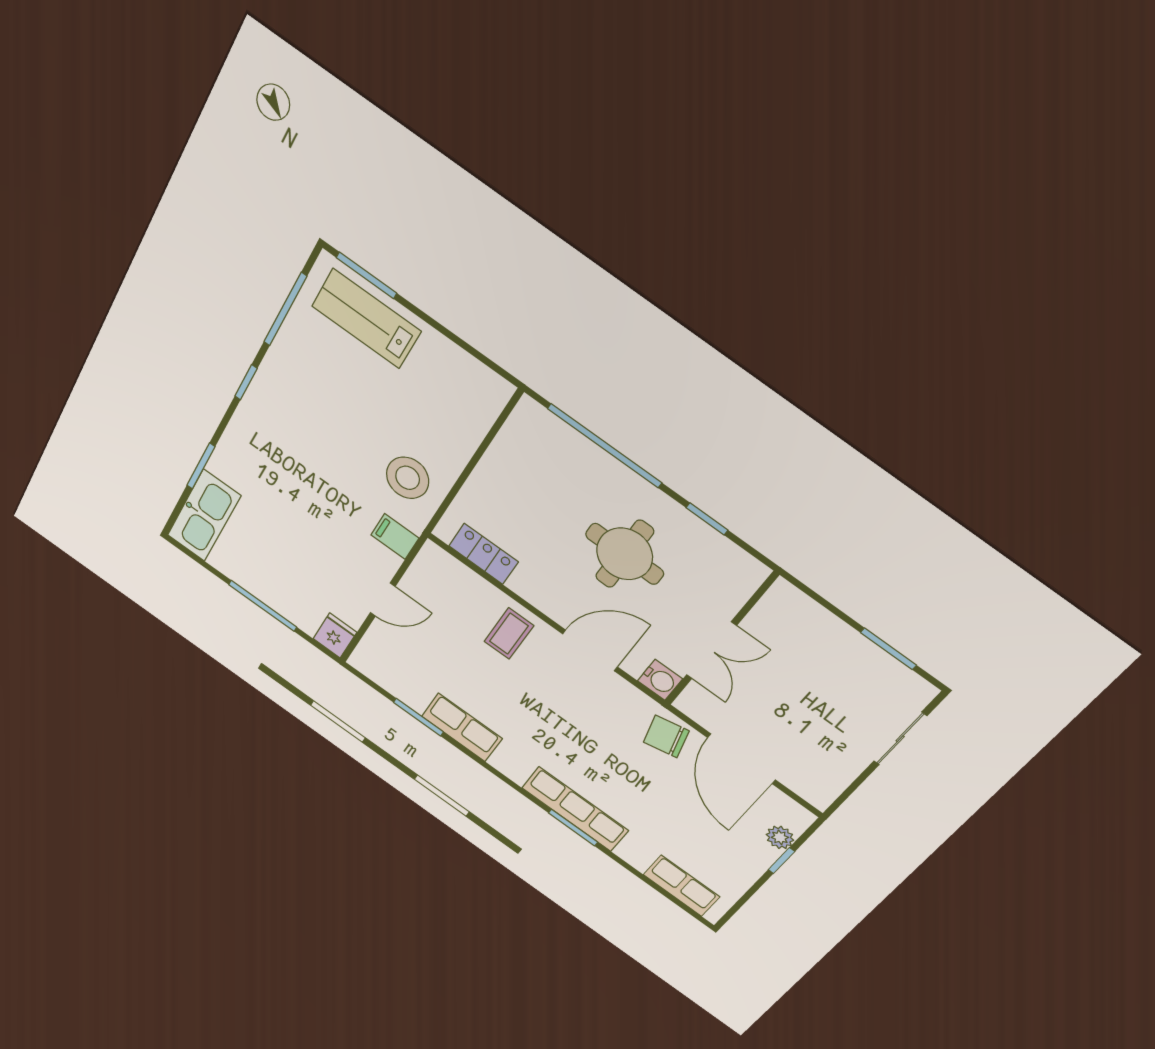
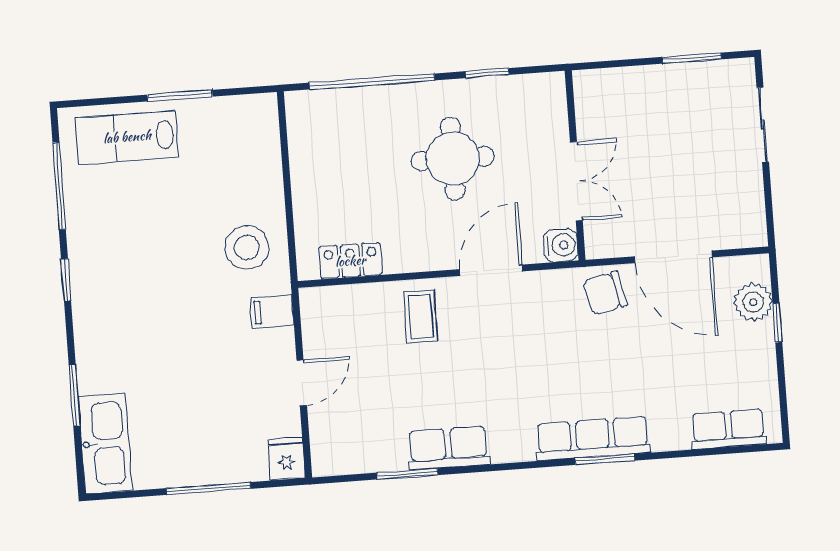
window: (367, 275) -> (180, 96), moved
plant: (780, 837) -> (753, 302), width x1.38, depth x1.38

